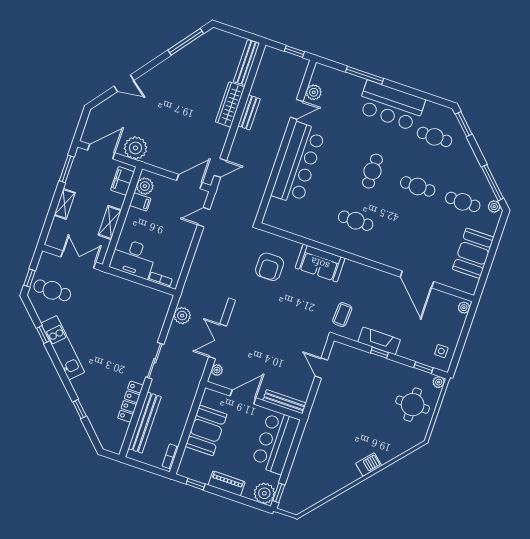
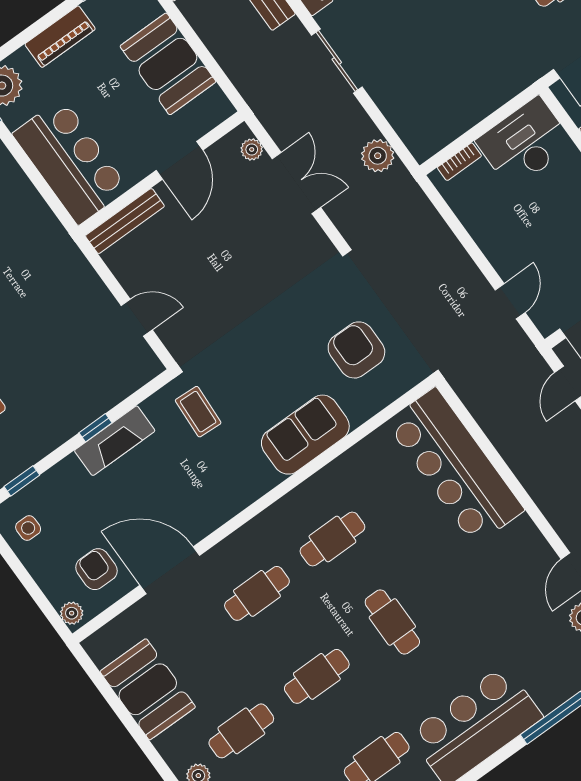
bar counter: (298, 163) -> (455, 466), moved
cafe table: (401, 236) -> (257, 593), added
armchair: (438, 310) -> (96, 569), added

